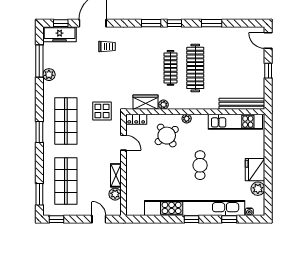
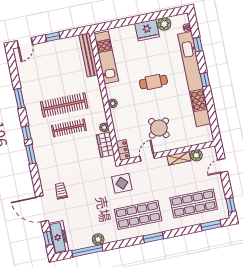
round table: (167, 136) -> (159, 128), moved

